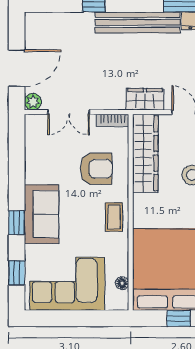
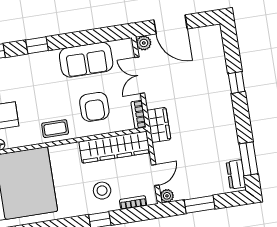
bench: (138, 22) -> (227, 123), removed
wardrobe: (145, 99) -> (159, 125), moved
sofa: (42, 214) -> (86, 60), moved

